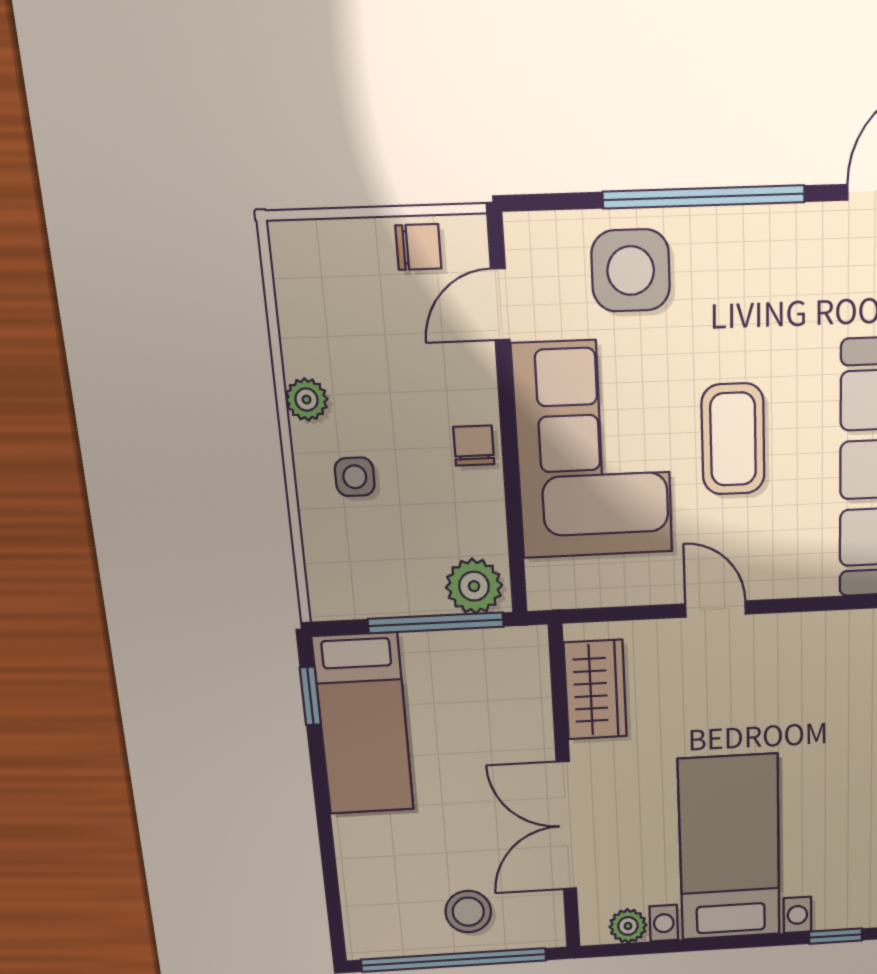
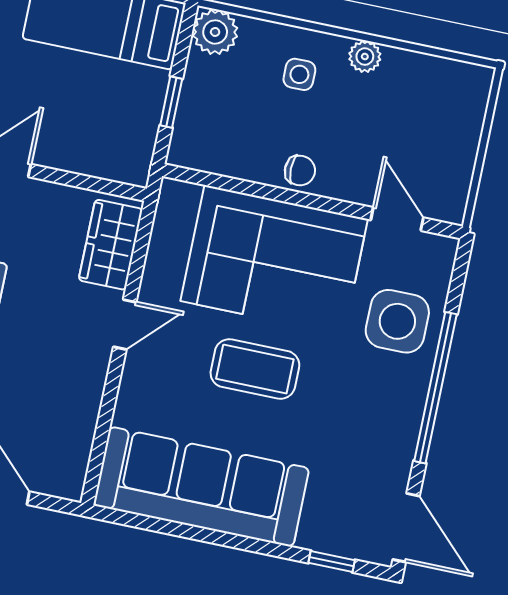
chair: (418, 247) -> (451, 171), removed
plant: (474, 586) -> (215, 32), moved
window: (436, 623) -> (171, 102), width x0.46
wardrobe: (595, 690) -> (111, 245), moved, turned 90

